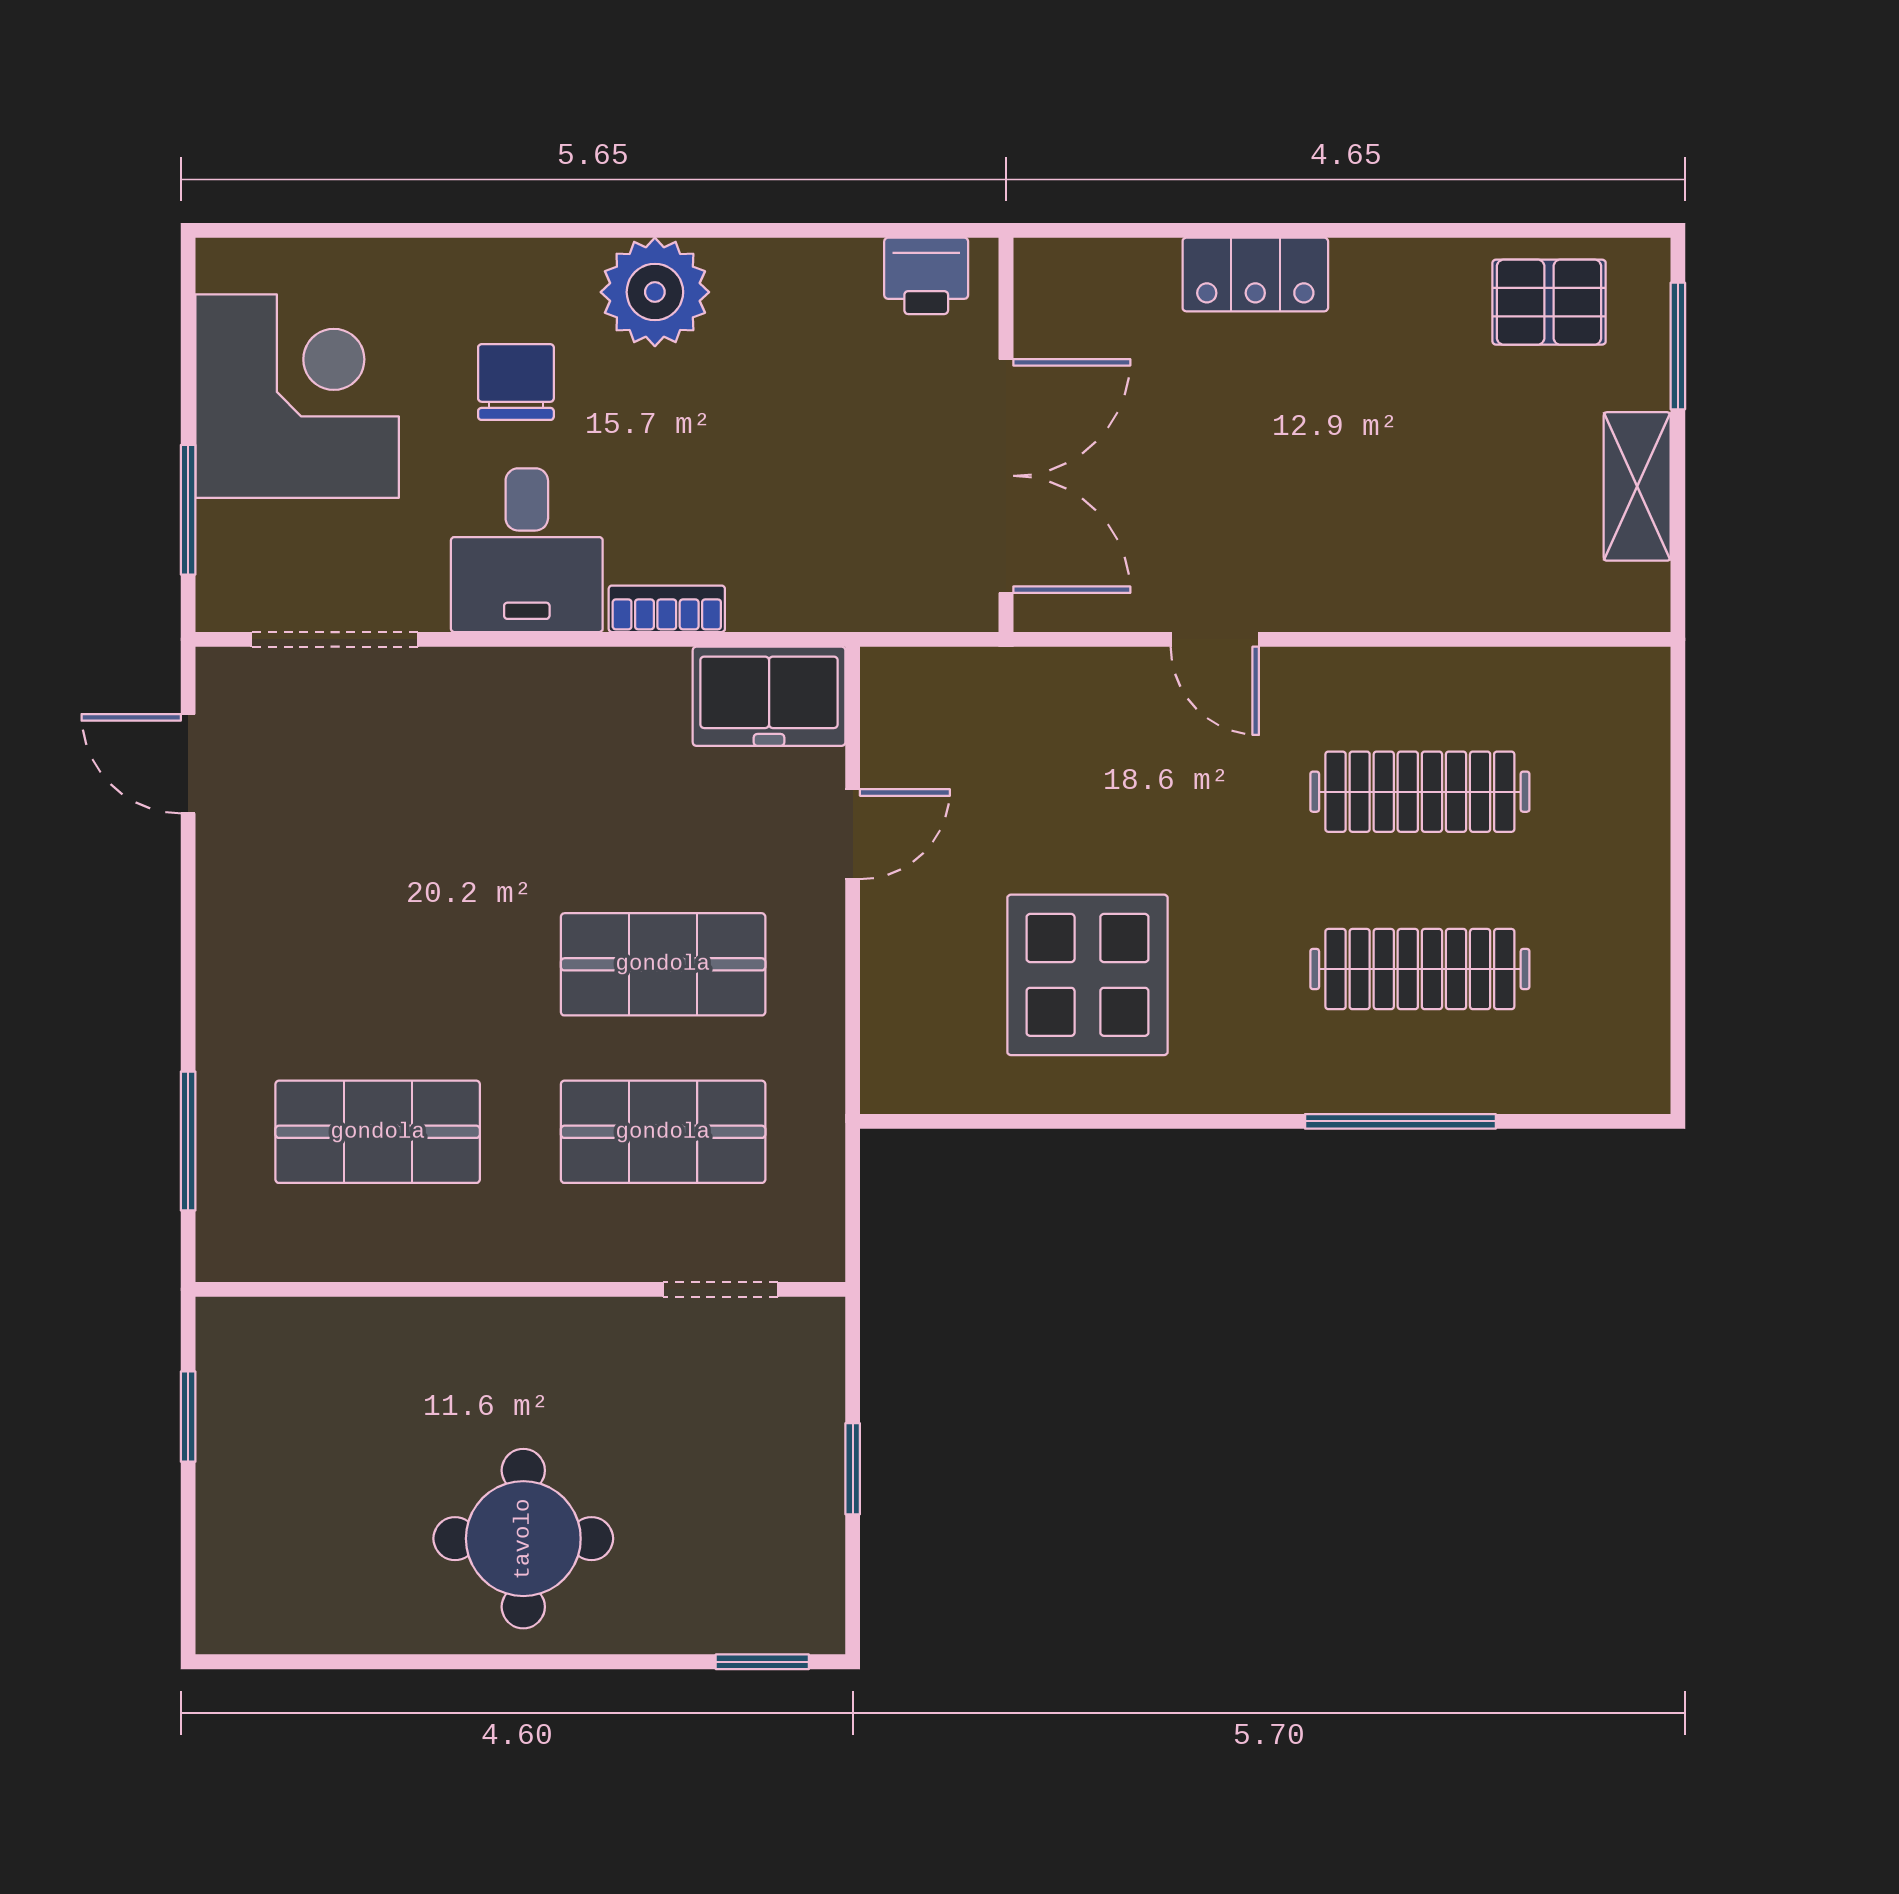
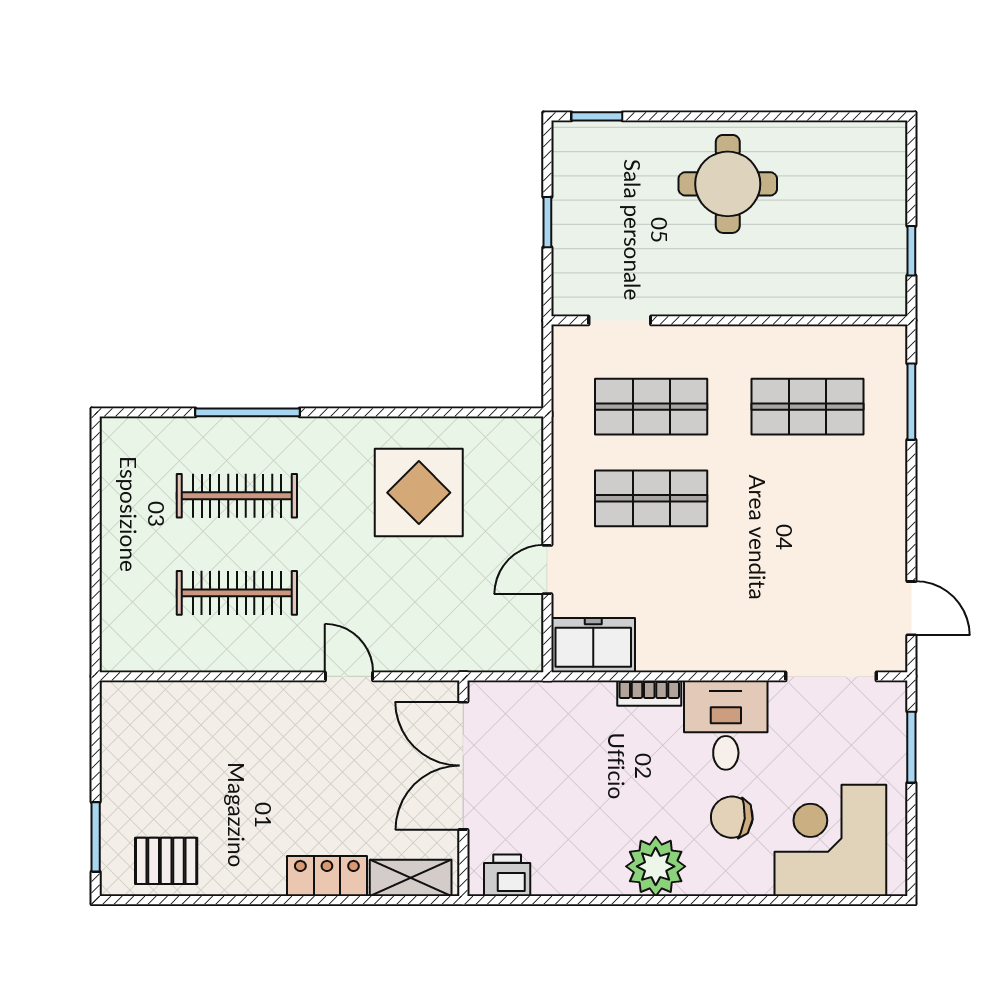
chair: (516, 382) -> (732, 817), turned 96
corner desk: (297, 396) -> (830, 840), moved, turned 90
shelving: (1637, 486) -> (411, 878), moved, turned 90

